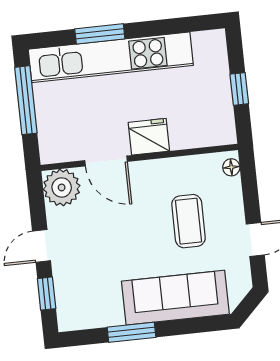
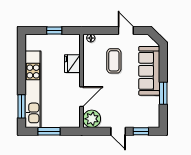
window: (100, 34) -> (21, 106), moved
window: (26, 100) -> (49, 131), width x0.69
fridge: (149, 137) -> (72, 64), moved
coffee table: (188, 221) -> (114, 61), turned 90

